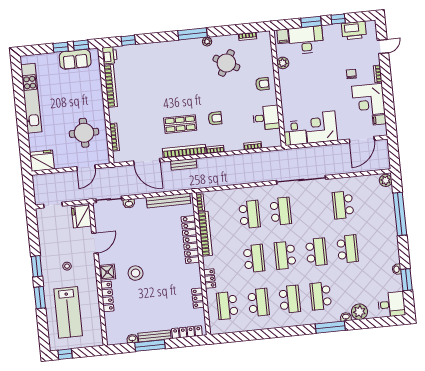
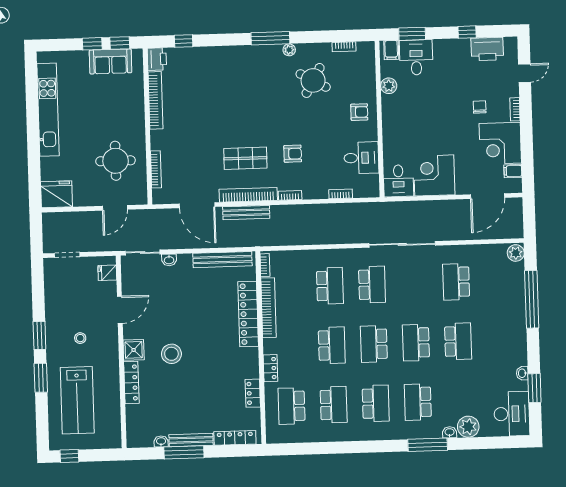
window: (311, 22) -> (412, 34), moved
desk: (306, 40) -> (416, 57), width x0.73
bench: (184, 164) -> (246, 213), width x1.36
fridge: (81, 216) -> (107, 273), width x0.53, depth x0.75
school desk: (316, 252) -> (416, 343), turned 180
desk: (391, 304) -> (512, 414), width x1.37

